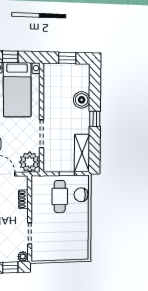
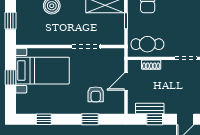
plant: (30, 162) -> (114, 58), removed
cafe table: (60, 196) -> (147, 44), moved

